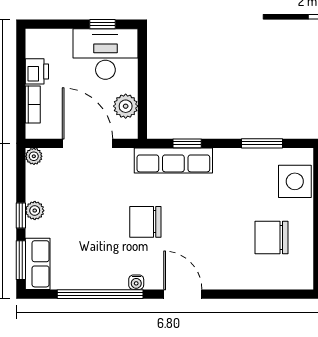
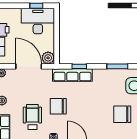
plant: (126, 106) -> (48, 58), moved
wheelchair: (95, 243) -> (32, 117), added

